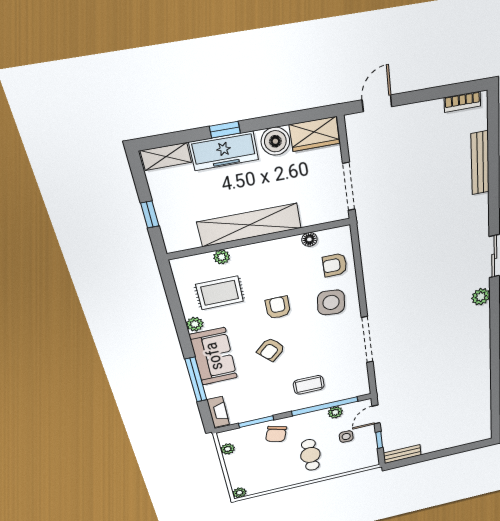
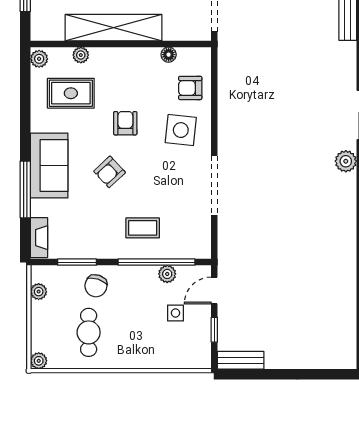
plant: (195, 324) -> (39, 59), moved
cafe table: (310, 455) -> (89, 332), moved

